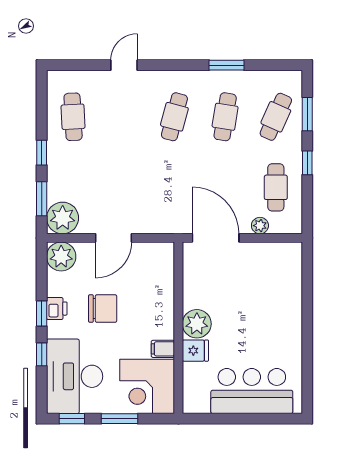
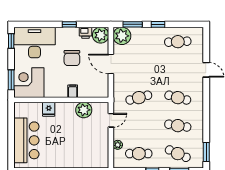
window: (226, 65) -> (206, 152), moved
cafe table: (174, 187) -> (139, 98), added
door: (216, 238) -> (111, 120), width x0.53
printer: (57, 309) -> (86, 33), moved
plant: (197, 324) -> (84, 110), moved
filing cabinet: (163, 349) -> (73, 91), moved
window: (42, 354) -> (47, 24), removed
window: (119, 419) -> (11, 80), moved

